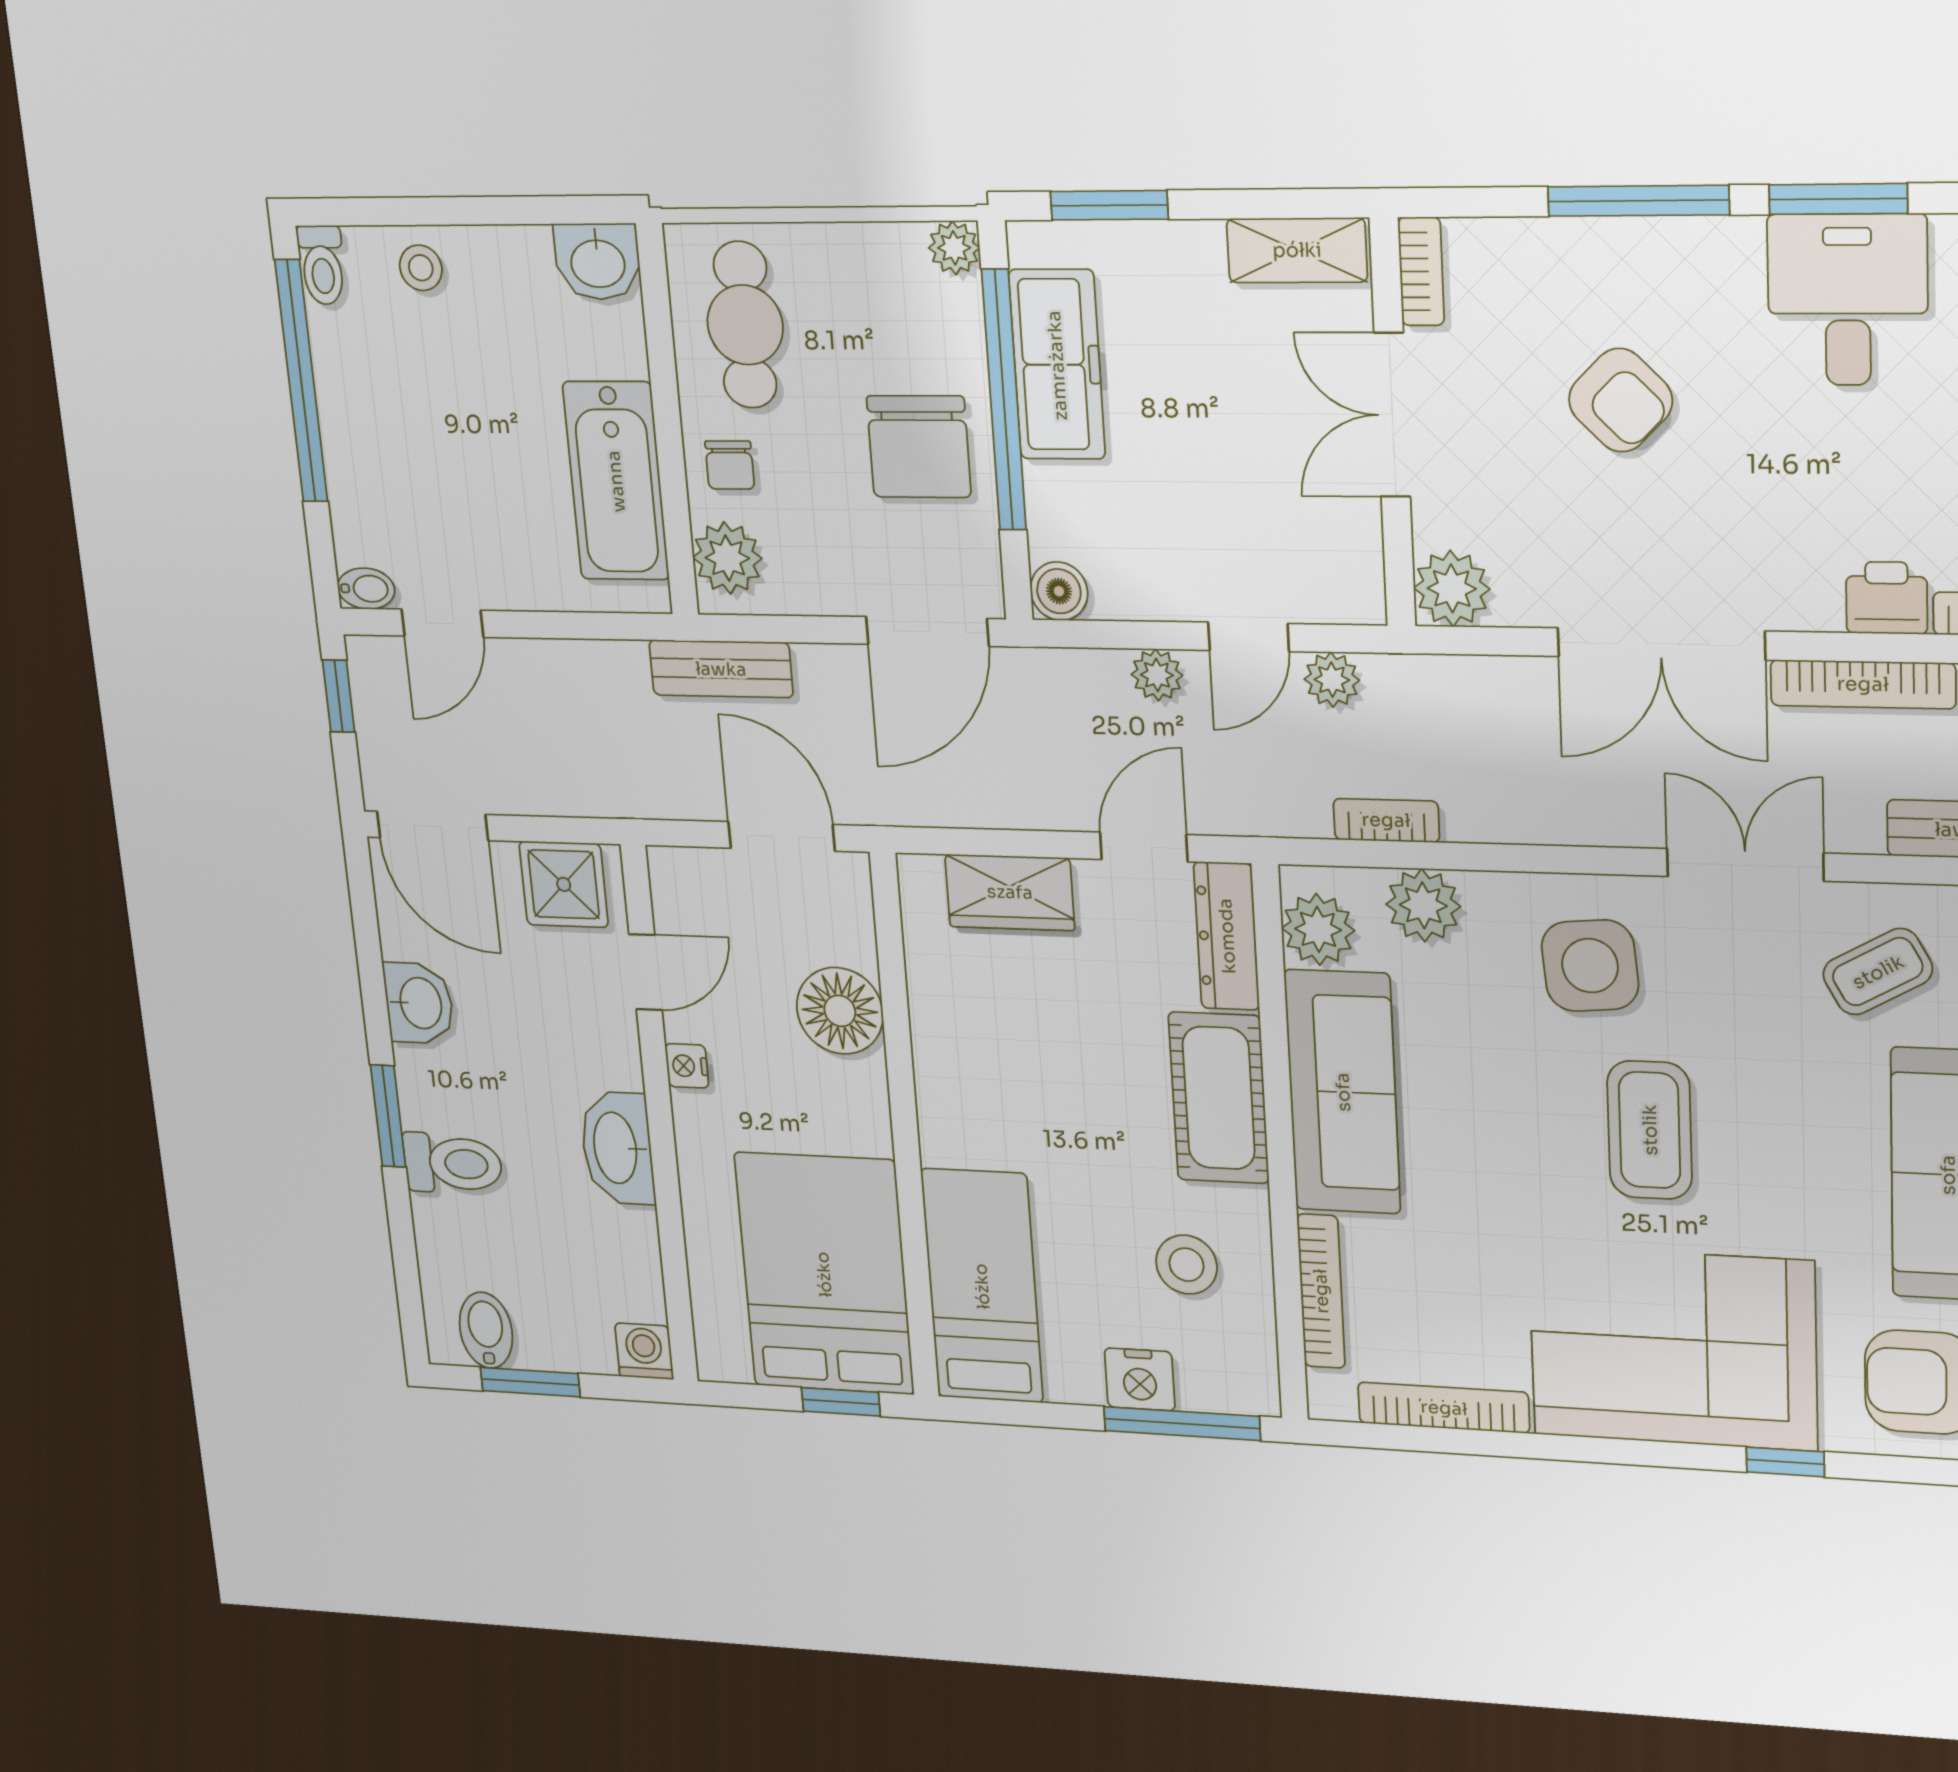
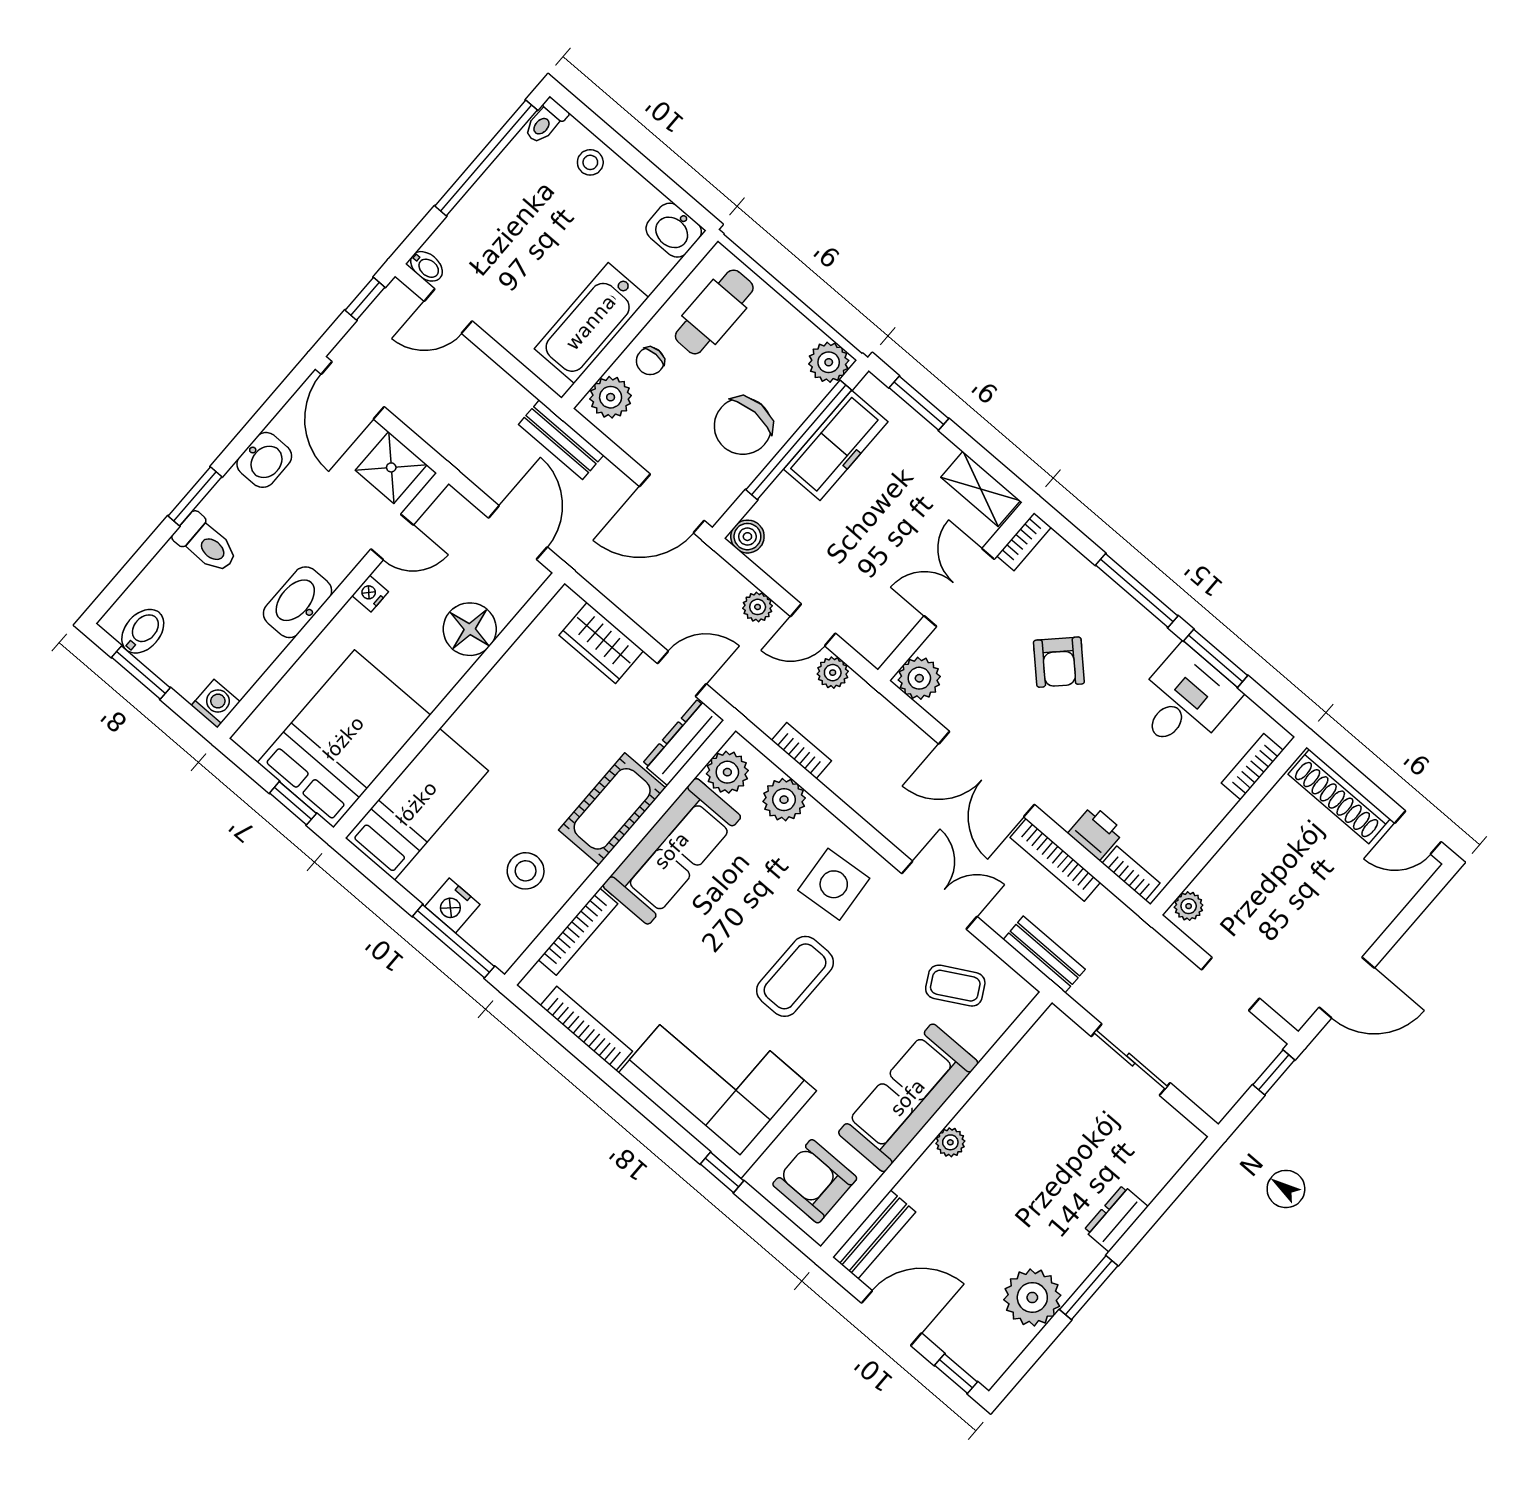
plant: (954, 248) -> (829, 362), width x1.38, depth x1.38

